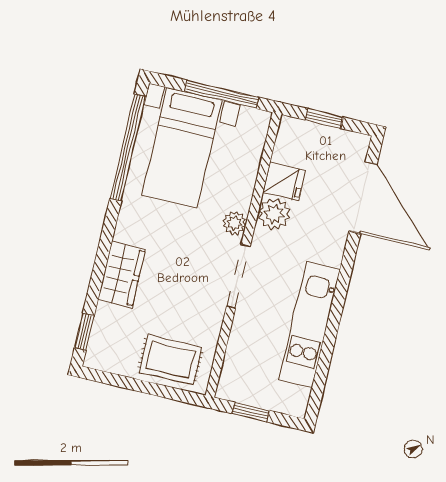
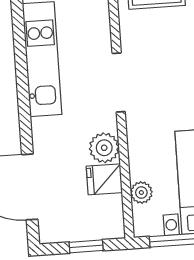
plant: (234, 223) -> (141, 193), moved

